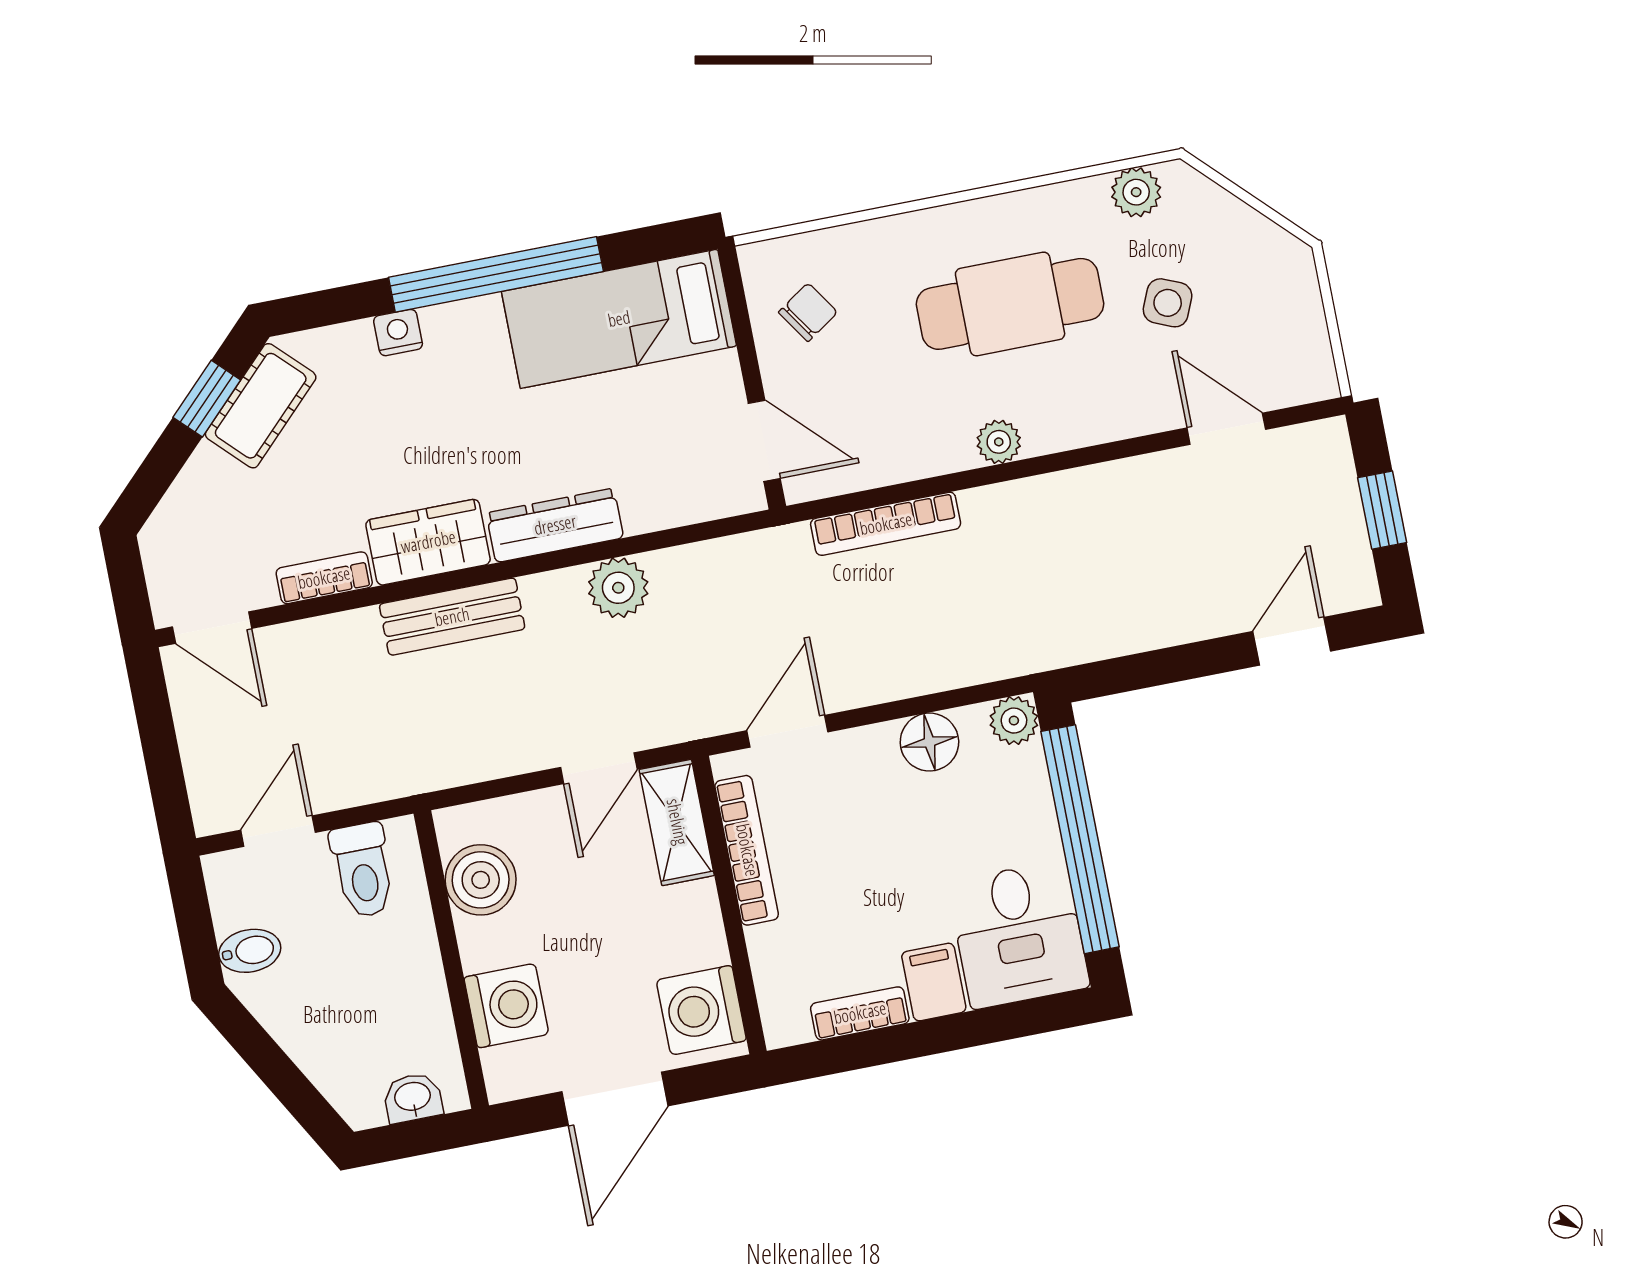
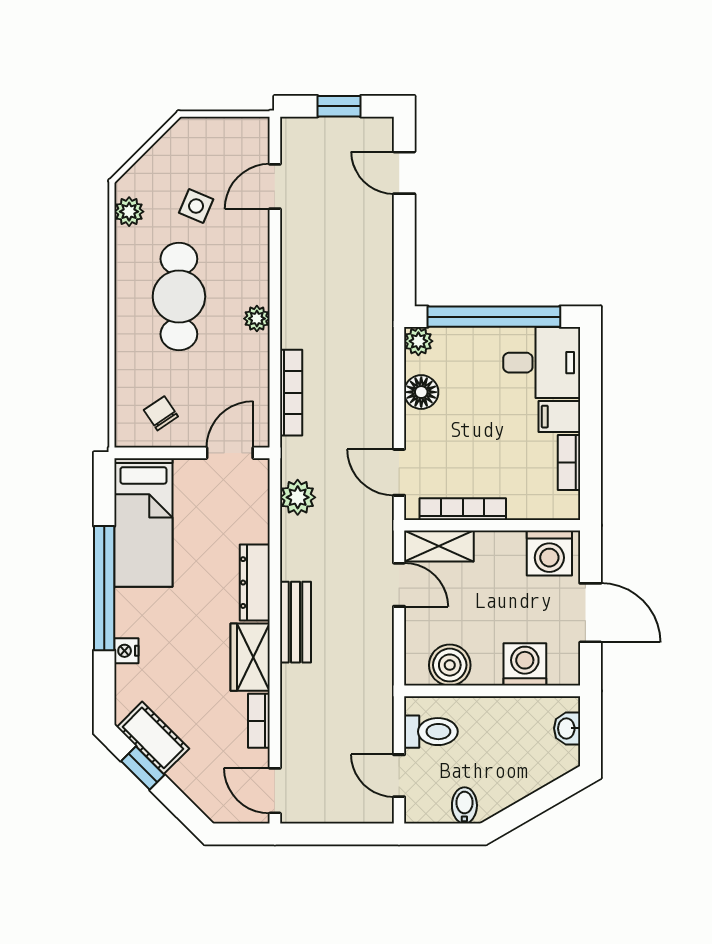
plant: (618, 588) -> (298, 497), moved
bench: (452, 617) -> (295, 622), moved
door: (212, 628) -> (275, 791), swing flipped

